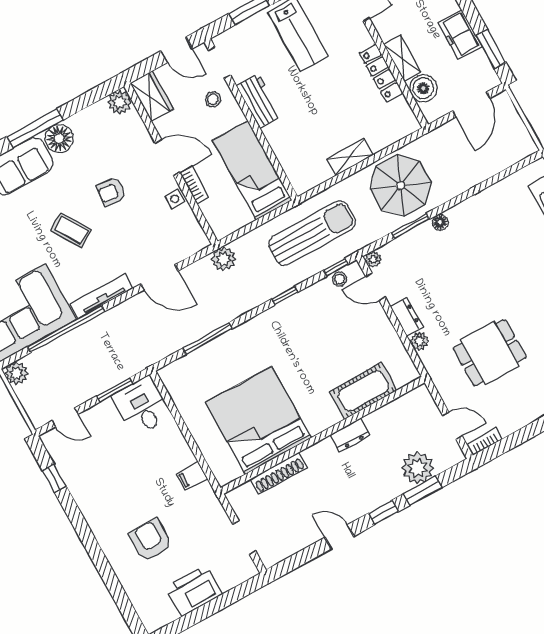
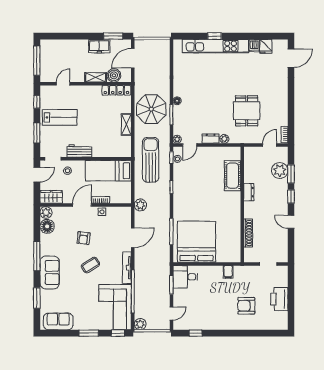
locker: (381, 73) -> (116, 90), moved
door: (471, 104) -> (133, 58), swing flipped
floor lamp: (59, 138) -> (47, 226), moved
bed: (258, 420) -> (196, 242), moved, turned 90
door: (339, 537) -> (291, 222), hinge flipped

